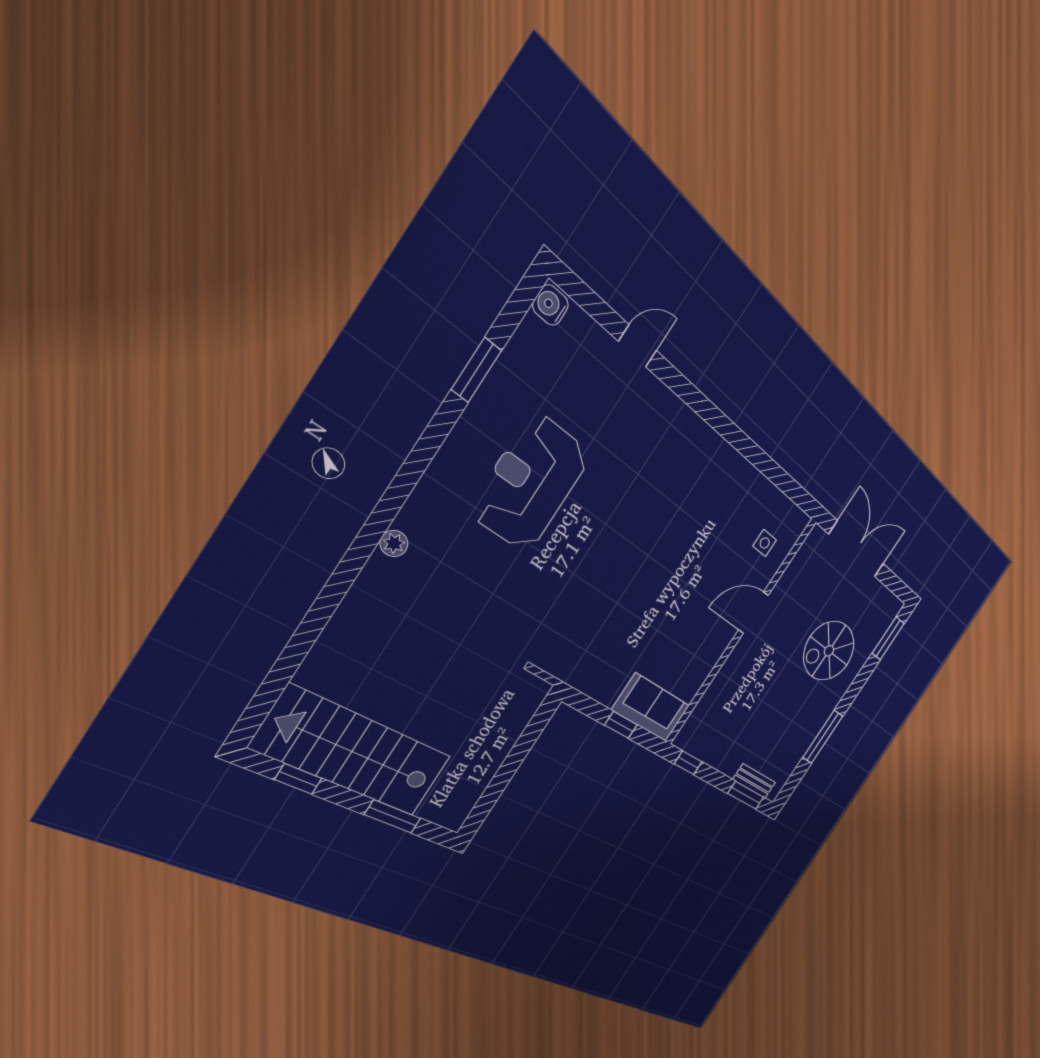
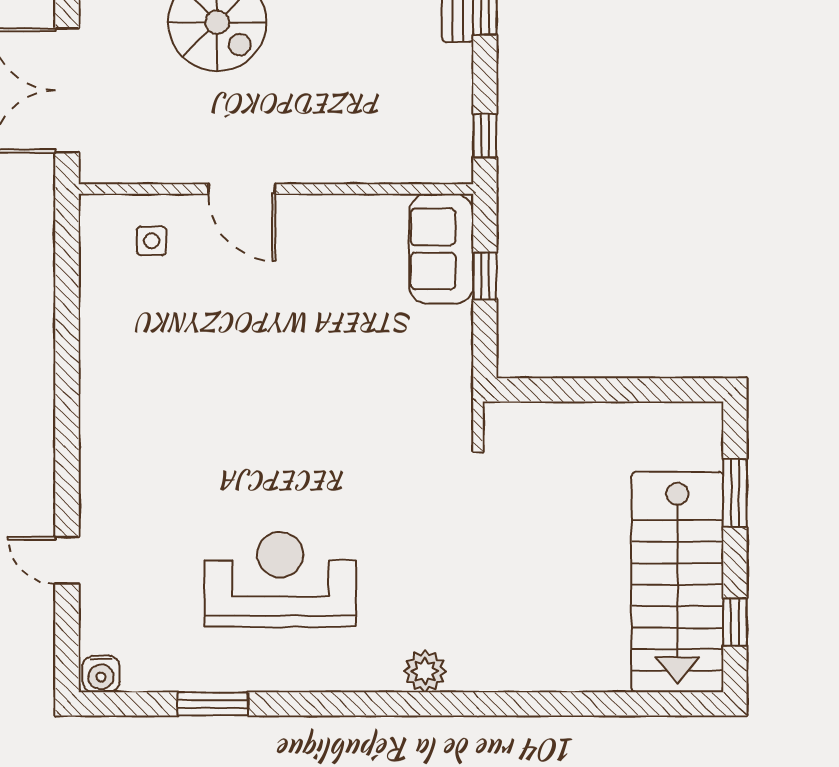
reception desk: (531, 483) -> (280, 579), turned 180
plant: (394, 544) -> (425, 671), width x1.38, depth x1.38

